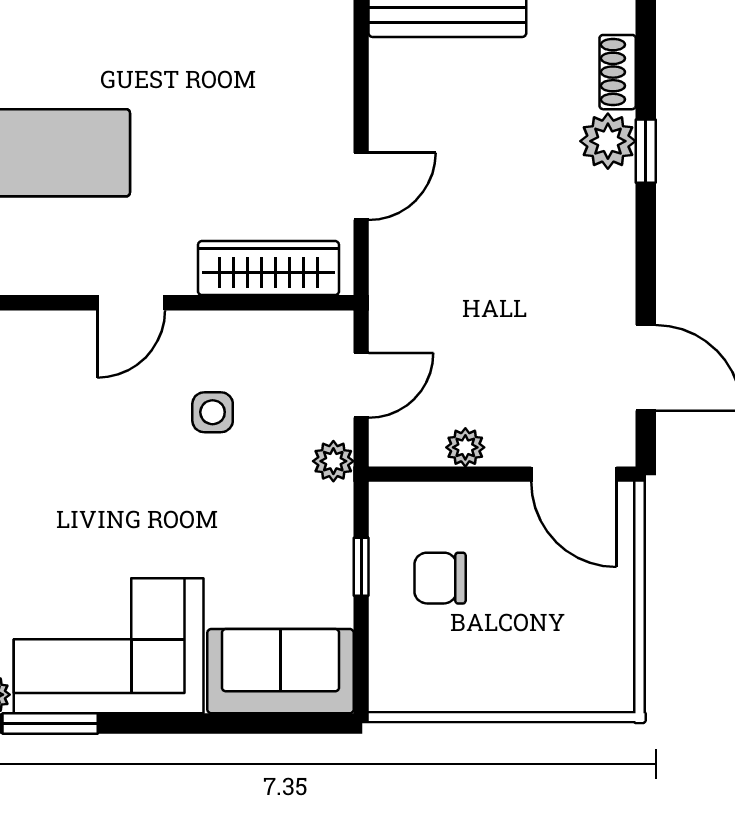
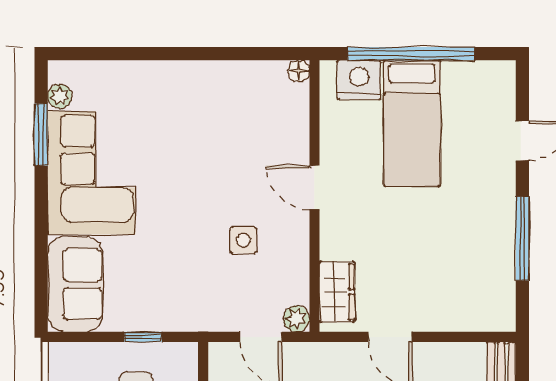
wardrobe: (269, 268) -> (337, 292), width x0.67
plant: (333, 461) -> (296, 319), moved

